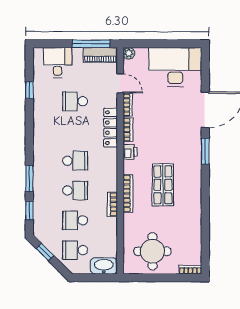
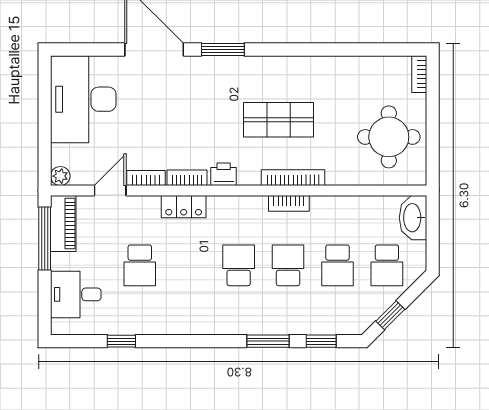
locker: (110, 128) -> (184, 207), width x0.66
bookcase: (112, 204) -> (289, 203), moved

